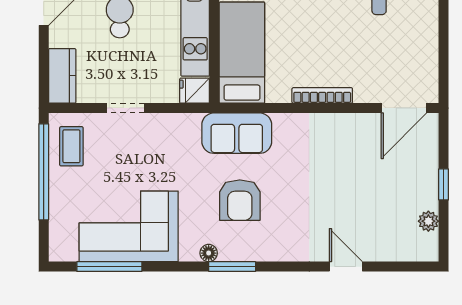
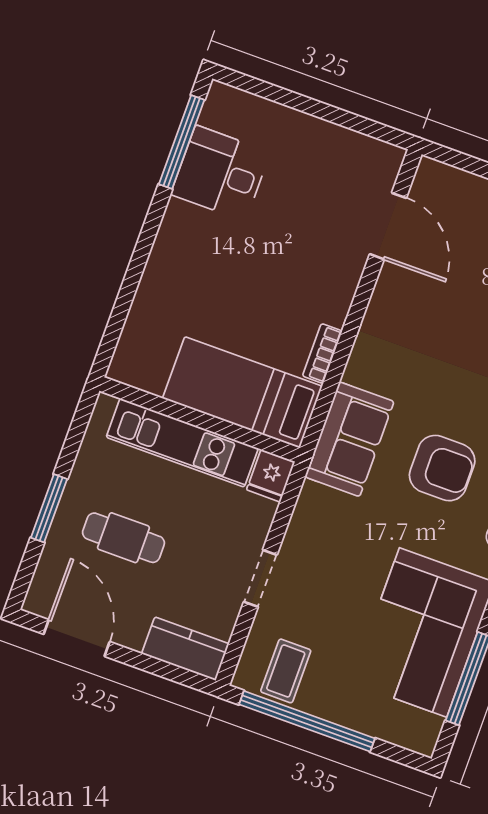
bookcase: (322, 95) -> (322, 353), moved, width x0.64
door: (404, 108) -> (388, 226), moved
coffee table: (71, 146) -> (286, 671), turned 90

